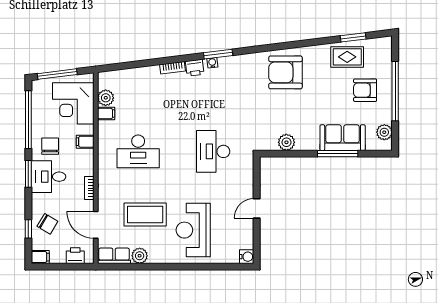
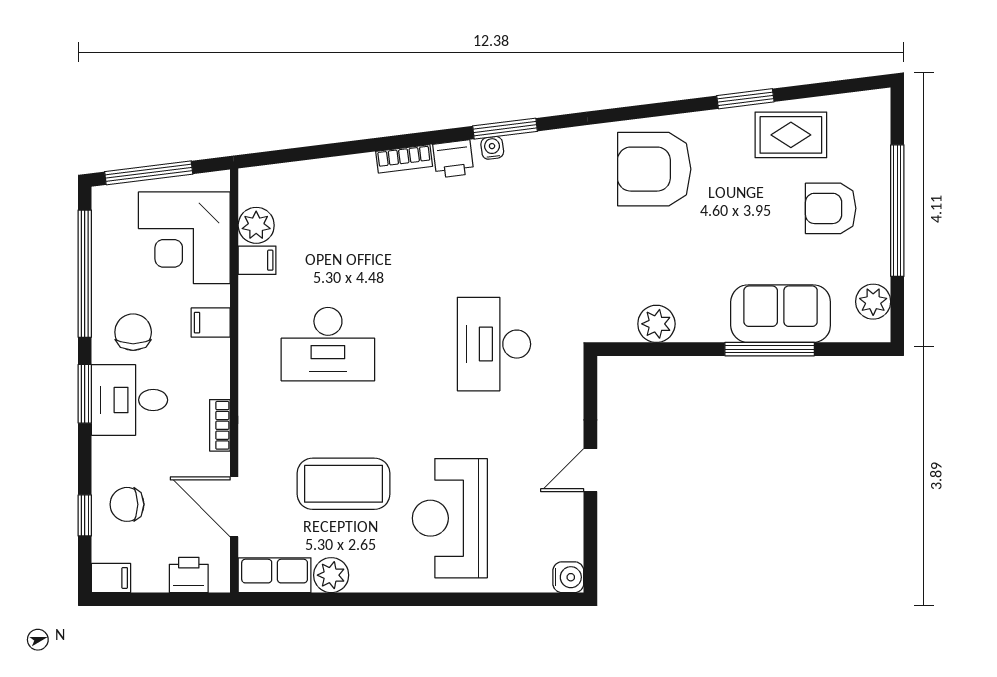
window: (353, 37) -> (745, 99), moved
chair: (47, 224) -> (127, 504), turned 149

